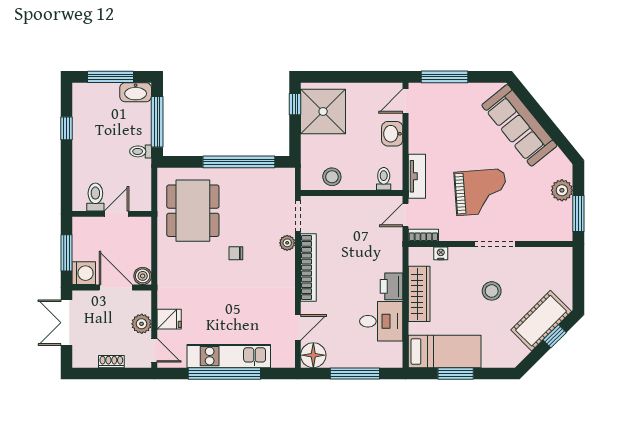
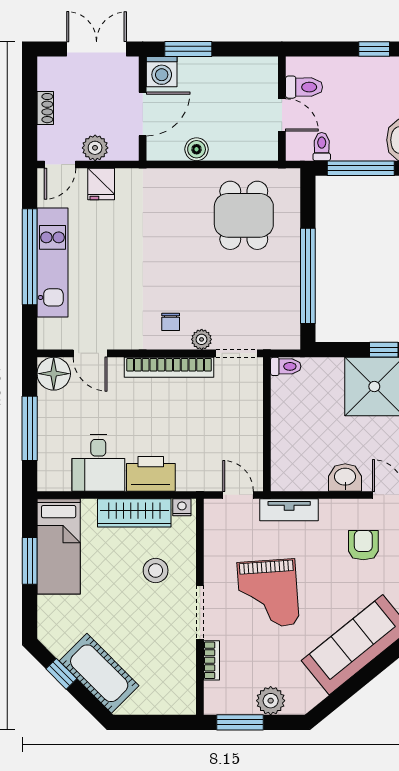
armchair: (444, 120) -> (363, 545), added
window: (66, 128) -> (374, 49), moved
stool: (332, 177) -> (288, 398), removed
toilet: (384, 179) -> (286, 366), moved
toilet: (95, 197) -> (304, 87), moved
dining table: (193, 211) -> (244, 215), width x0.73
wall: (112, 214) -> (282, 109), moved
door: (117, 214) -> (282, 115), moved
bookcase: (423, 235) -> (211, 660), moved
chair: (236, 253) -> (171, 322), moved, turned 180
nightstand: (441, 253) -> (182, 507), moved, turned -90
boiler: (143, 276) -> (197, 149), moved
printer: (392, 286) -> (151, 474), width x1.37, depth x1.19
stool: (492, 291) -> (156, 570), moved
window: (555, 336) -> (61, 674), moved

